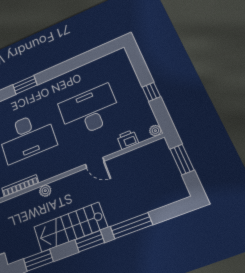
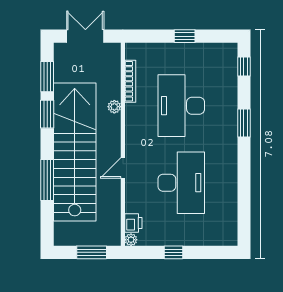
printer: (128, 139) -> (133, 223), moved
stairs: (70, 227) -> (75, 152), width x1.86, depth x1.51
window: (90, 241) -> (47, 114), moved

